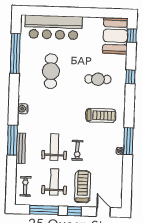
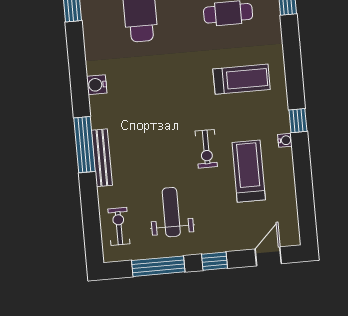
window: (128, 141) -> (298, 121), width x0.46
weight bench: (54, 147) -> (163, 148), removed
treadmill: (83, 187) -> (249, 171), moved
door: (103, 212) -> (268, 256), hinge flipped

